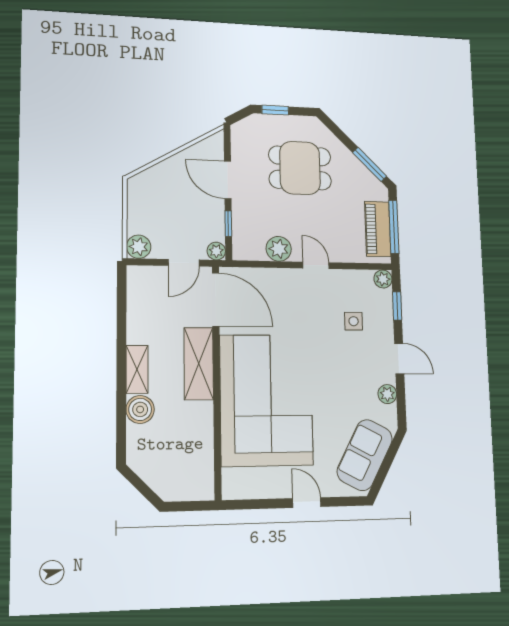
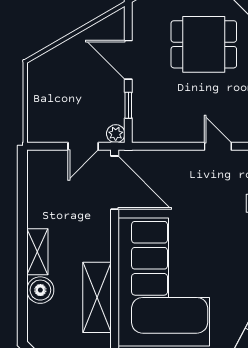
plant: (139, 247) -> (39, 131), removed
plant: (279, 249) -> (179, 130), removed
shelving: (199, 364) -> (97, 297), moved

